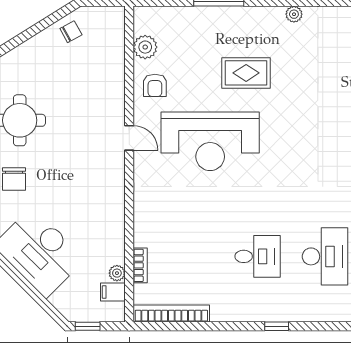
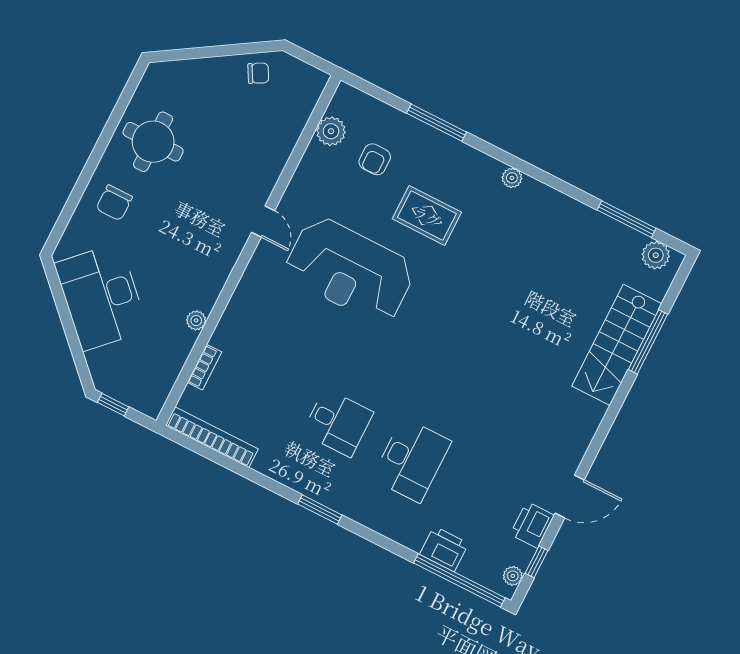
armchair: (155, 85) -> (375, 159), moved
plant: (117, 273) -> (196, 320), moved
filing cabinet: (113, 292) -> (160, 381), removed
window: (277, 326) -> (320, 509), width x1.50

